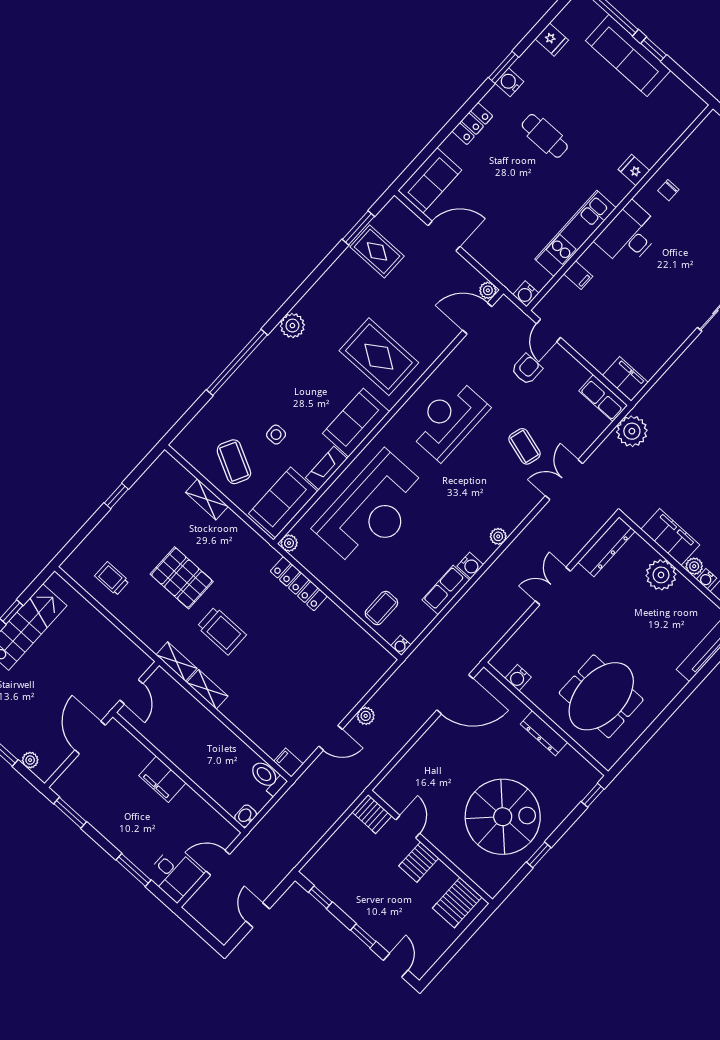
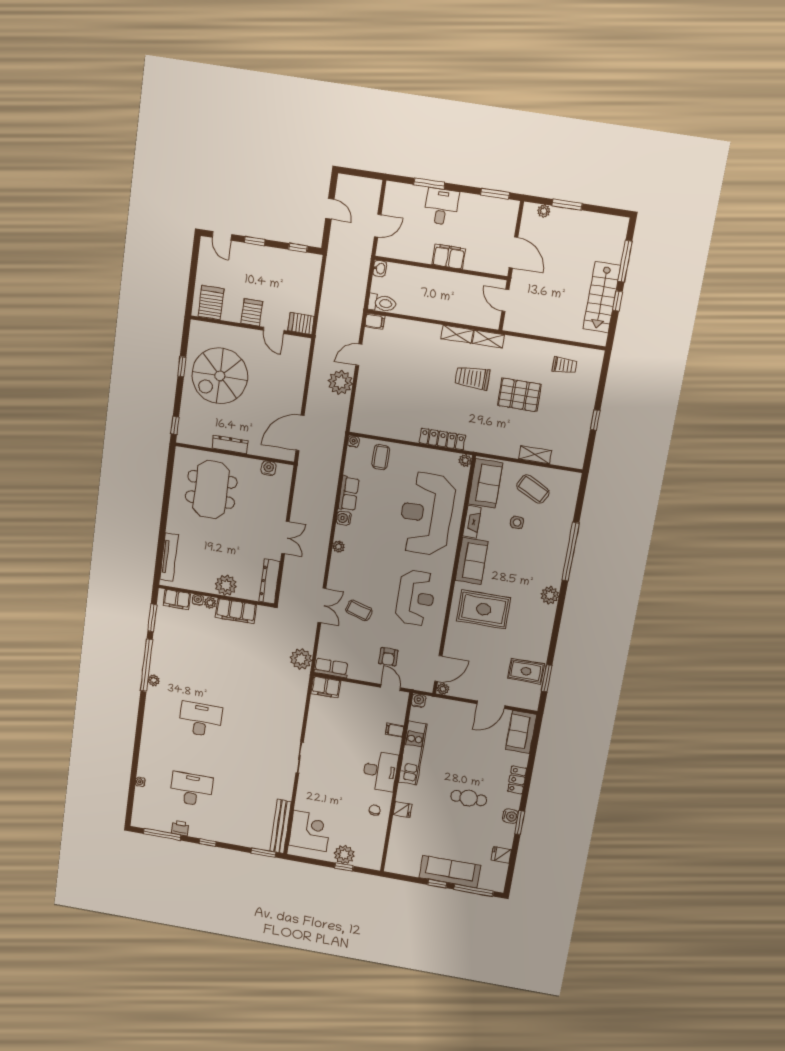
plant: (366, 716) -> (340, 382), width x1.88, depth x1.88
desk: (175, 874) -> (441, 207), moved, turned 90

